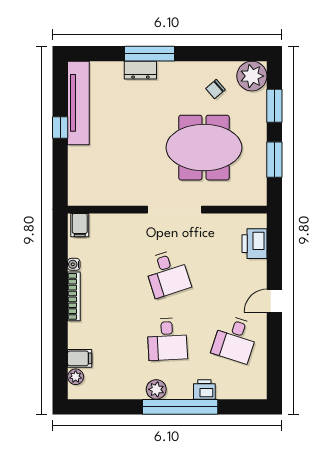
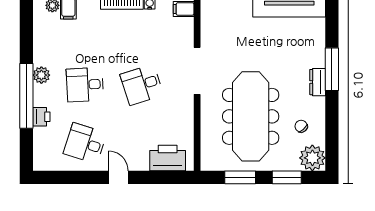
dresser: (140, 70) -> (318, 82), moved
meeting table: (204, 148) -> (251, 116), width x1.36
doorway: (174, 210) -> (197, 71), moved
printer: (254, 244) -> (168, 158), width x1.37, depth x1.19

